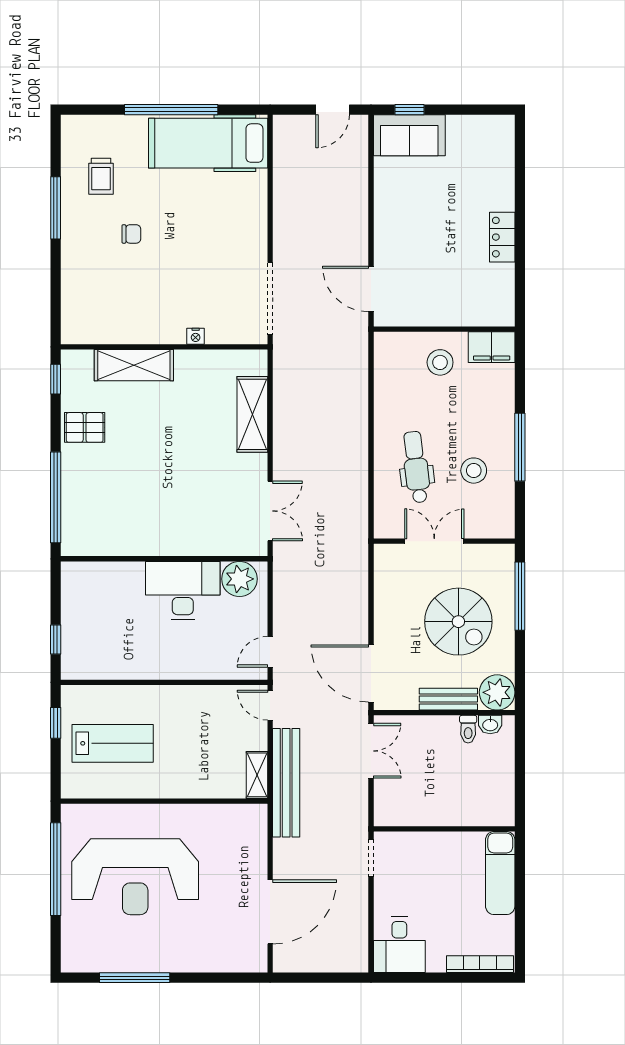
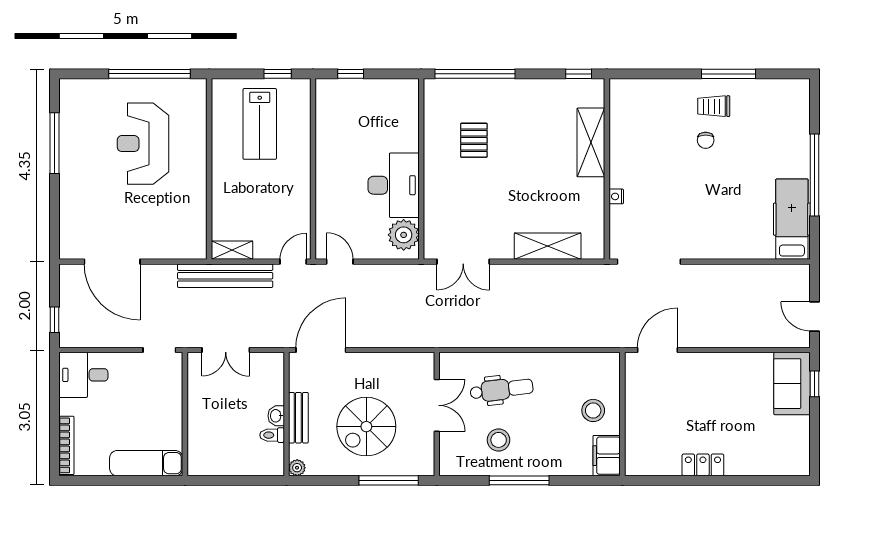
hospital bed: (208, 143) -> (792, 219), width x0.73, depth x0.78
trolley: (101, 176) -> (714, 106), moved
pallet: (85, 427) -> (474, 140), moved
plant: (497, 692) -> (297, 468), width x0.53, depth x0.53
washbasin: (490, 725) -> (276, 416), moved
double door: (371, 751) -> (226, 350), moved
reception desk: (135, 877) -> (143, 144), width x0.74, depth x0.77
window: (336, 978) -> (55, 320), added

